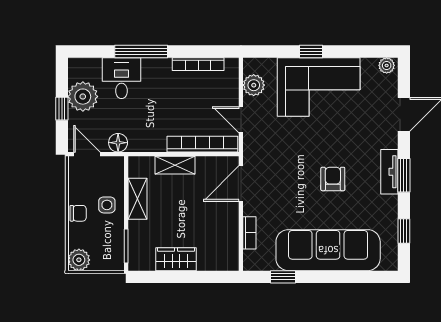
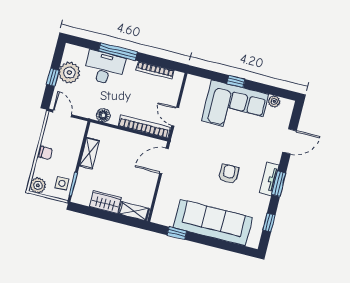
plant: (387, 65) -> (274, 101), moved
desk: (122, 78) -> (104, 68), width x1.37
plant: (254, 85) -> (190, 95), removed
floor lamp: (118, 143) -> (103, 115), moved
shelving: (175, 165) -> (134, 211), moved
side table: (107, 205) -> (62, 183), moved
bookcase: (249, 233) -> (161, 197), removed

